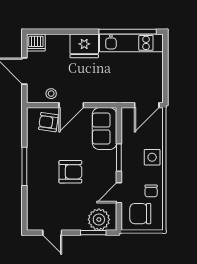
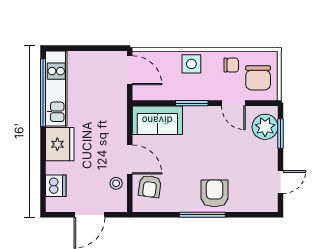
dishwasher: (36, 43) -> (56, 186), moved
armchair: (70, 172) -> (215, 193), moved

